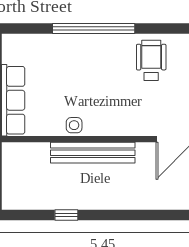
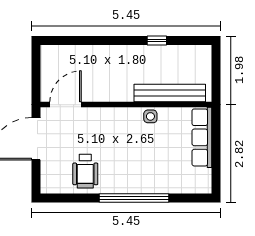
bench: (93, 153) -> (170, 93), moved

